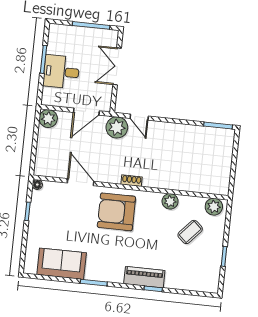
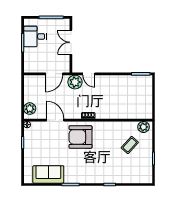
desk: (61, 72) -> (35, 36), moved
plant: (48, 119) -> (30, 109), moved
plant: (170, 201) -> (115, 126), removed
piano: (144, 277) -> (103, 178), removed

